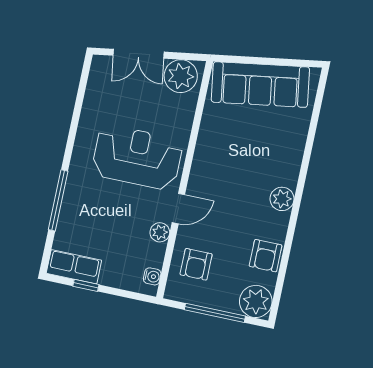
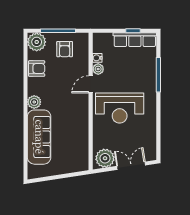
sofa: (260, 85) -> (39, 137), moved, turned 99
armchair: (266, 256) -> (37, 69), turned 90
armchair: (196, 264) -> (65, 49), moved, turned 180
row of seats: (74, 267) -> (135, 40), width x1.48
water cooler: (152, 276) -> (97, 58), moved

